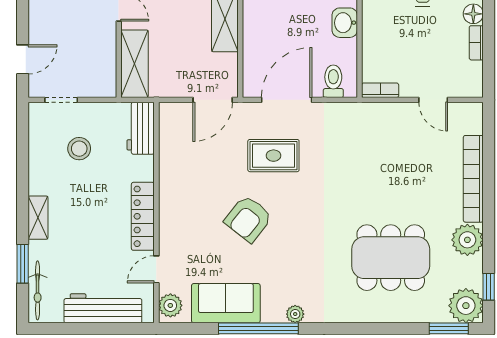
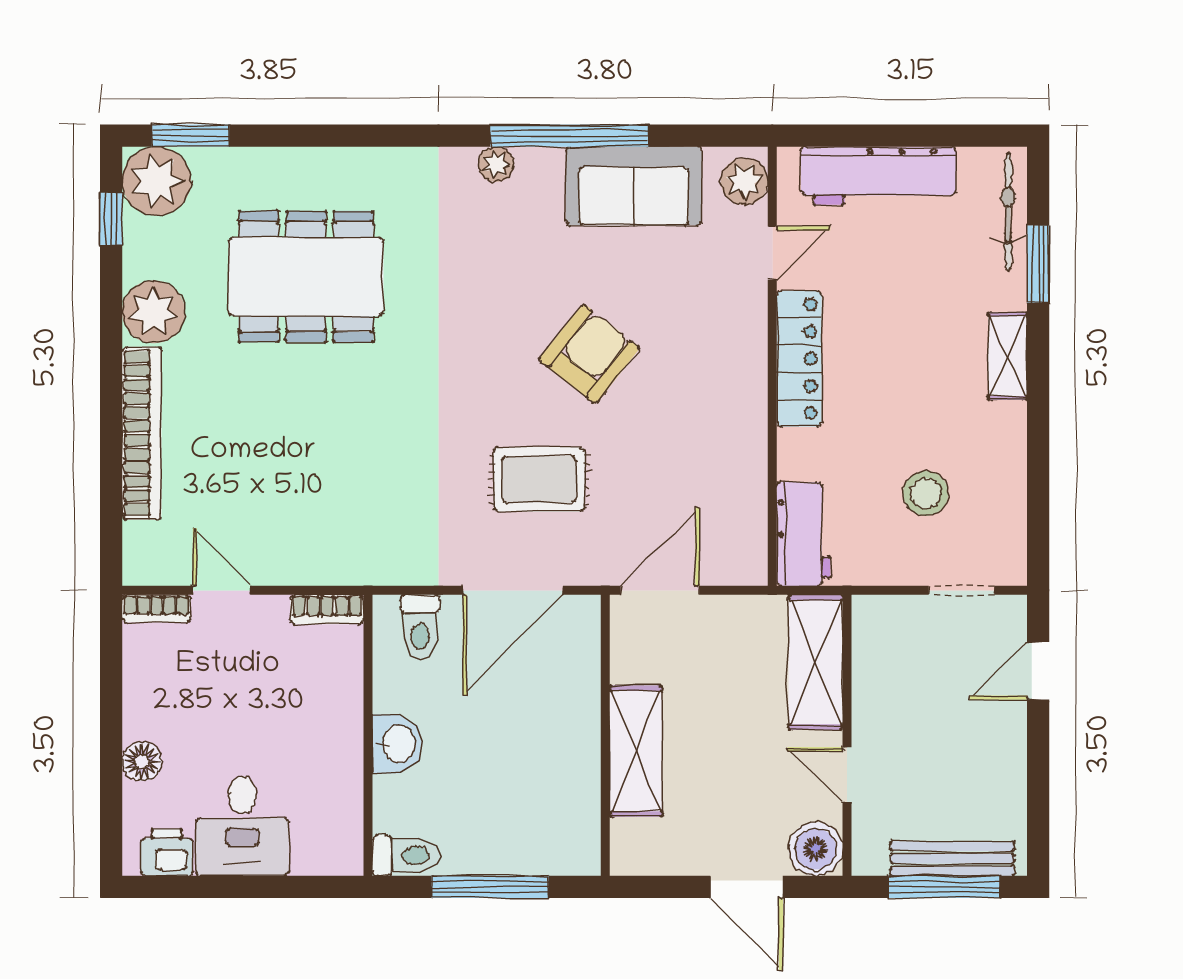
bookcase: (476, 43) -> (156, 608), moved, turned 90

